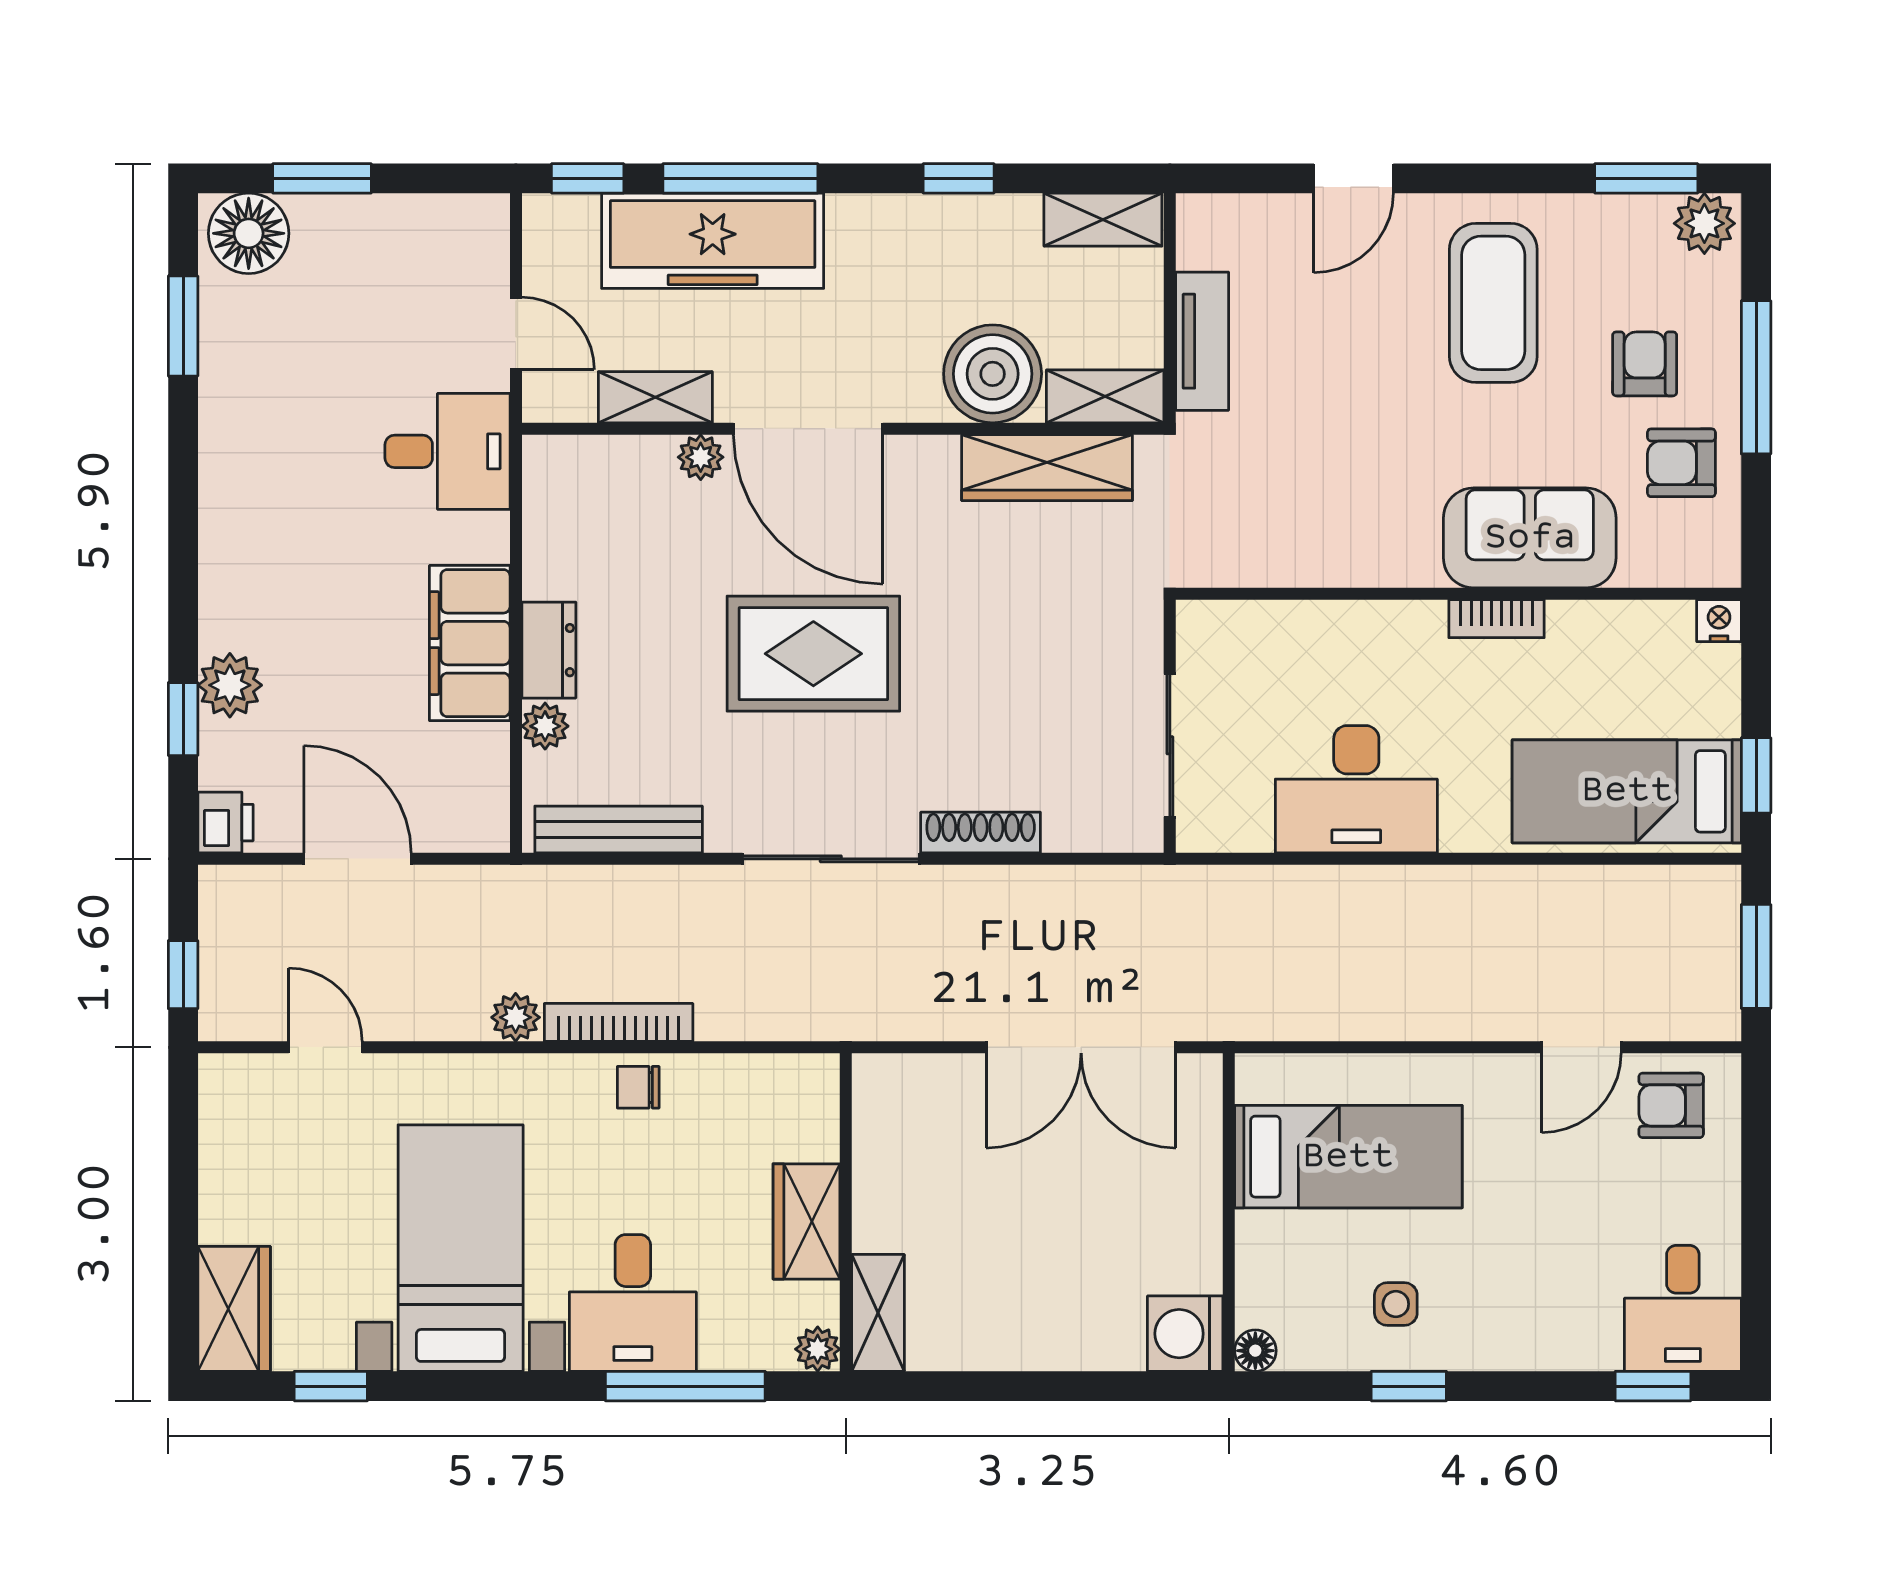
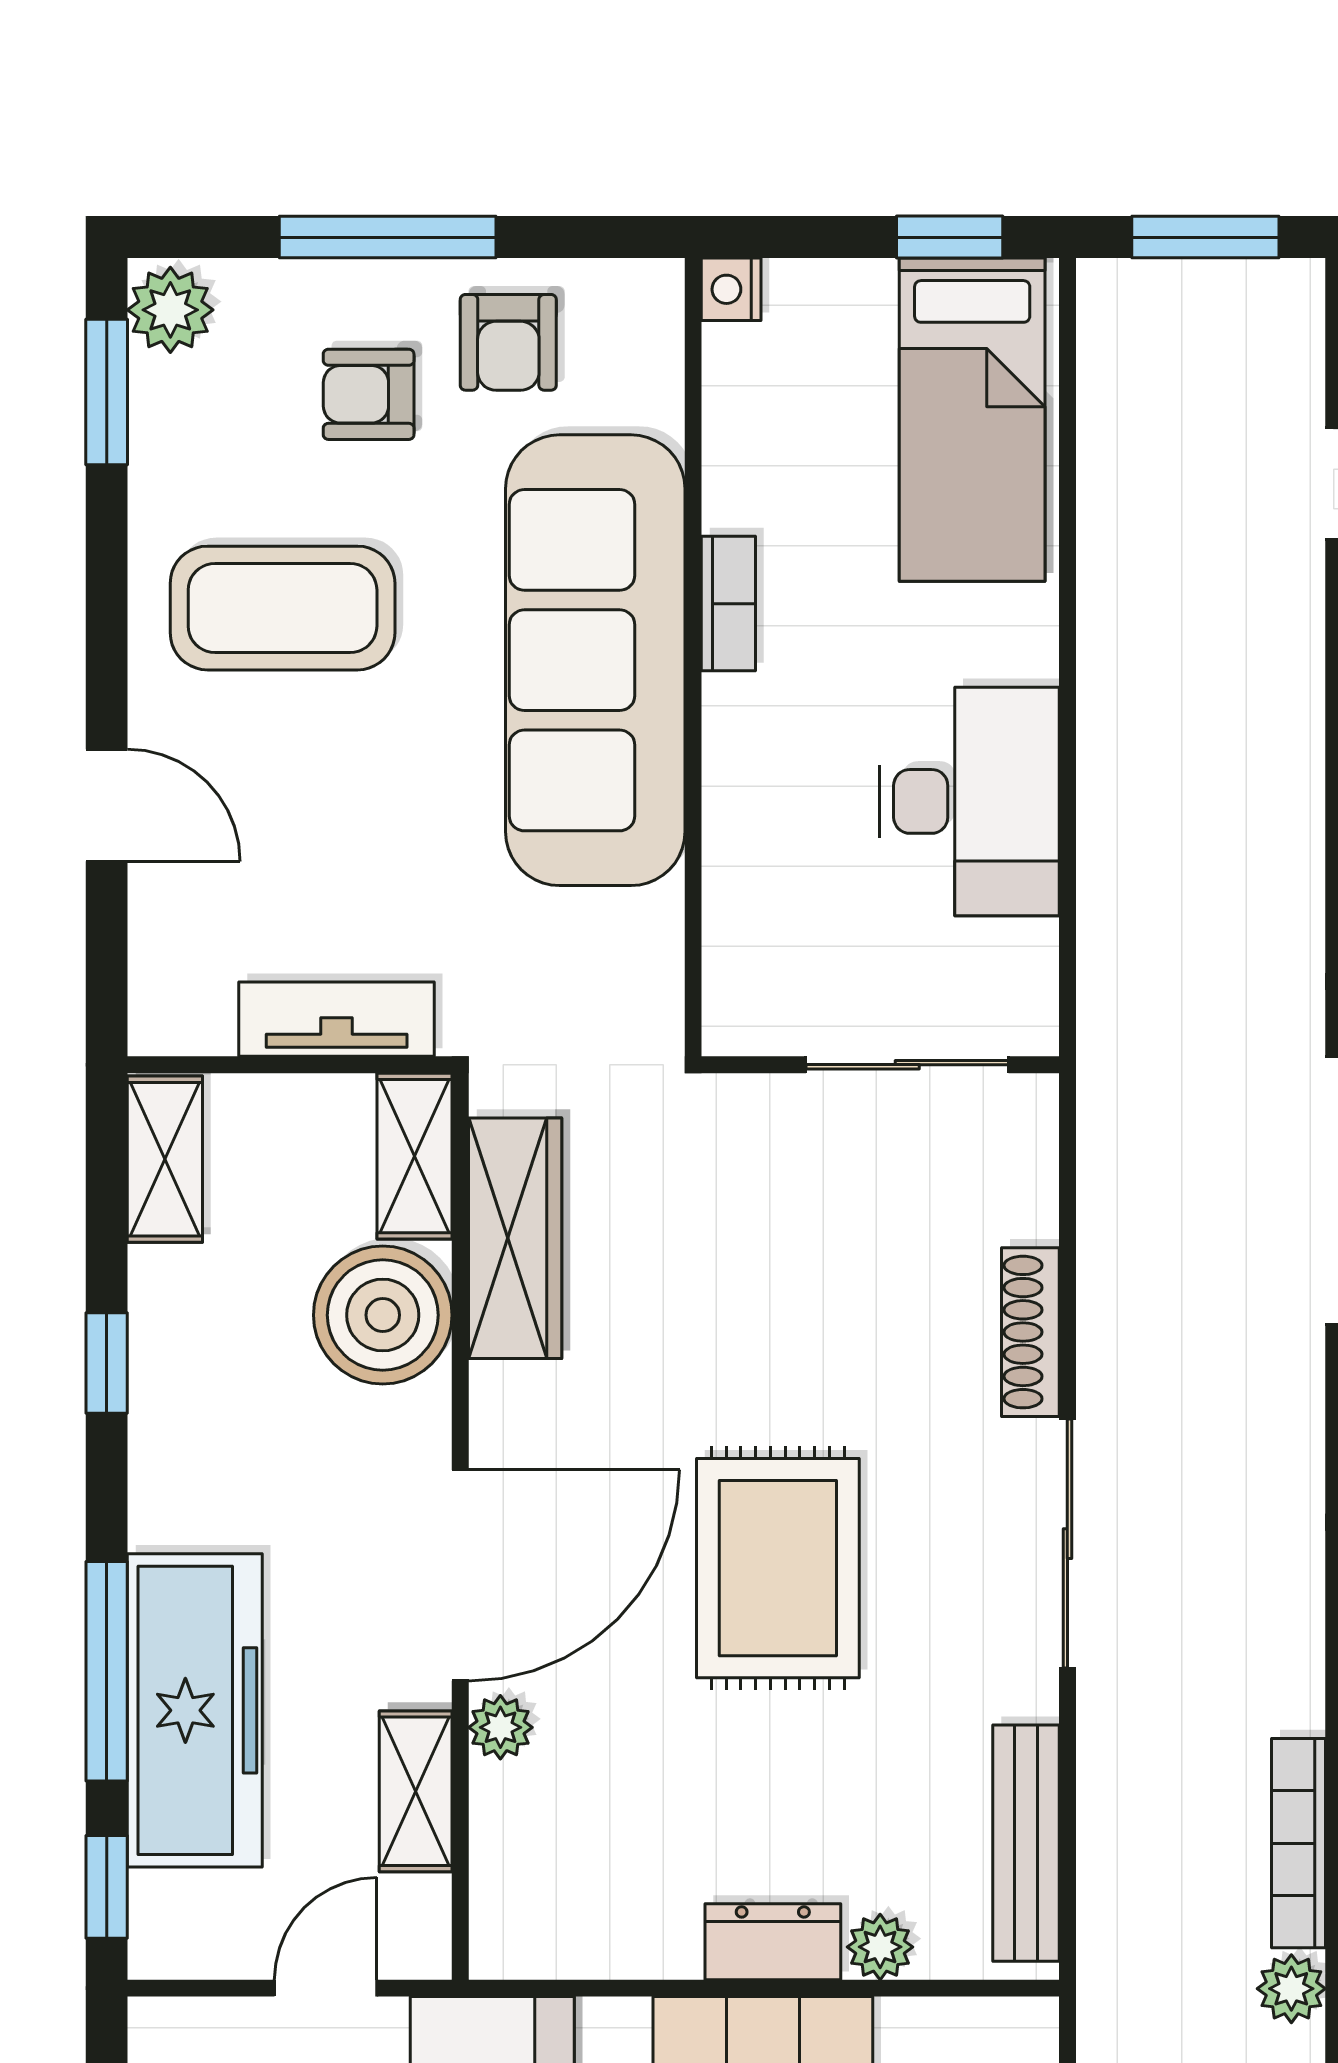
sofa: (1530, 538) -> (595, 660), width x1.85, depth x1.27

